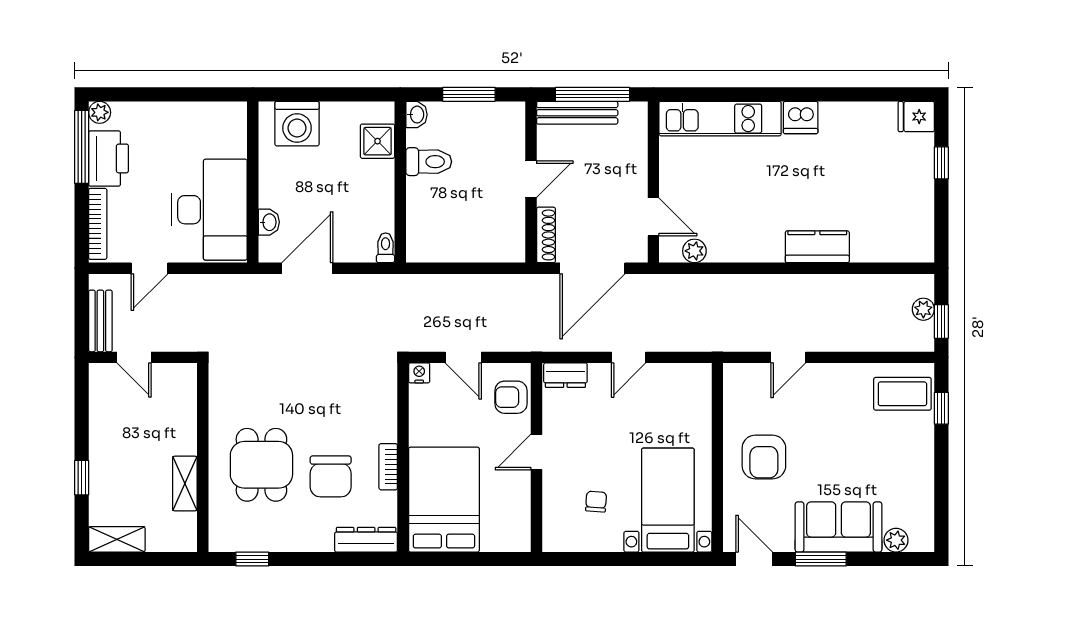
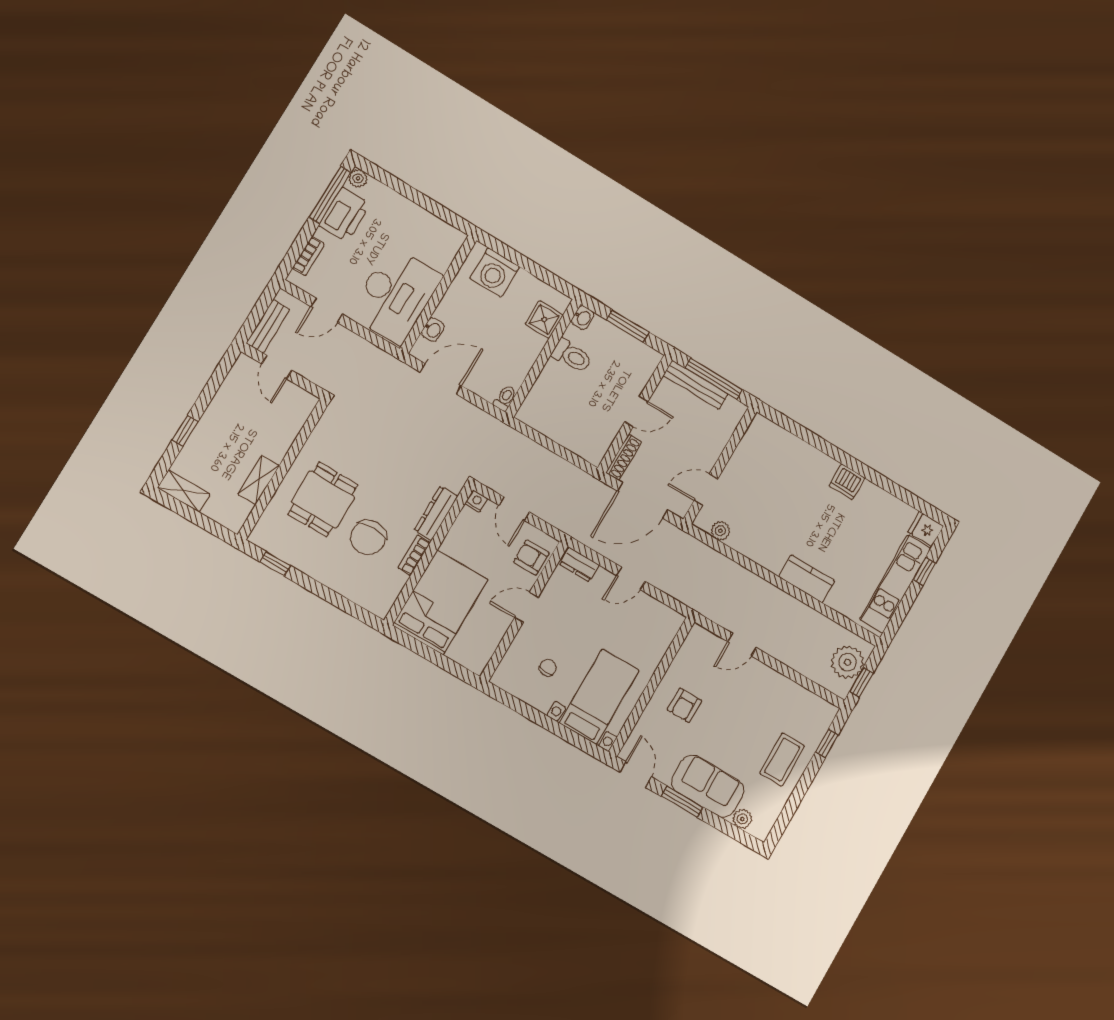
kitchen unit: (720, 119) -> (895, 584), moved, turned 90
door: (653, 217) -> (706, 490), swing flipped
bookcase: (98, 224) -> (308, 256), width x0.64
plant: (923, 309) -> (848, 662), width x1.88, depth x1.88
coffee table: (902, 394) -> (782, 760), moved, turned 90
armchair: (764, 457) -> (684, 705), width x0.72, depth x0.72
dresser: (366, 540) -> (436, 513), moved, turned -90

